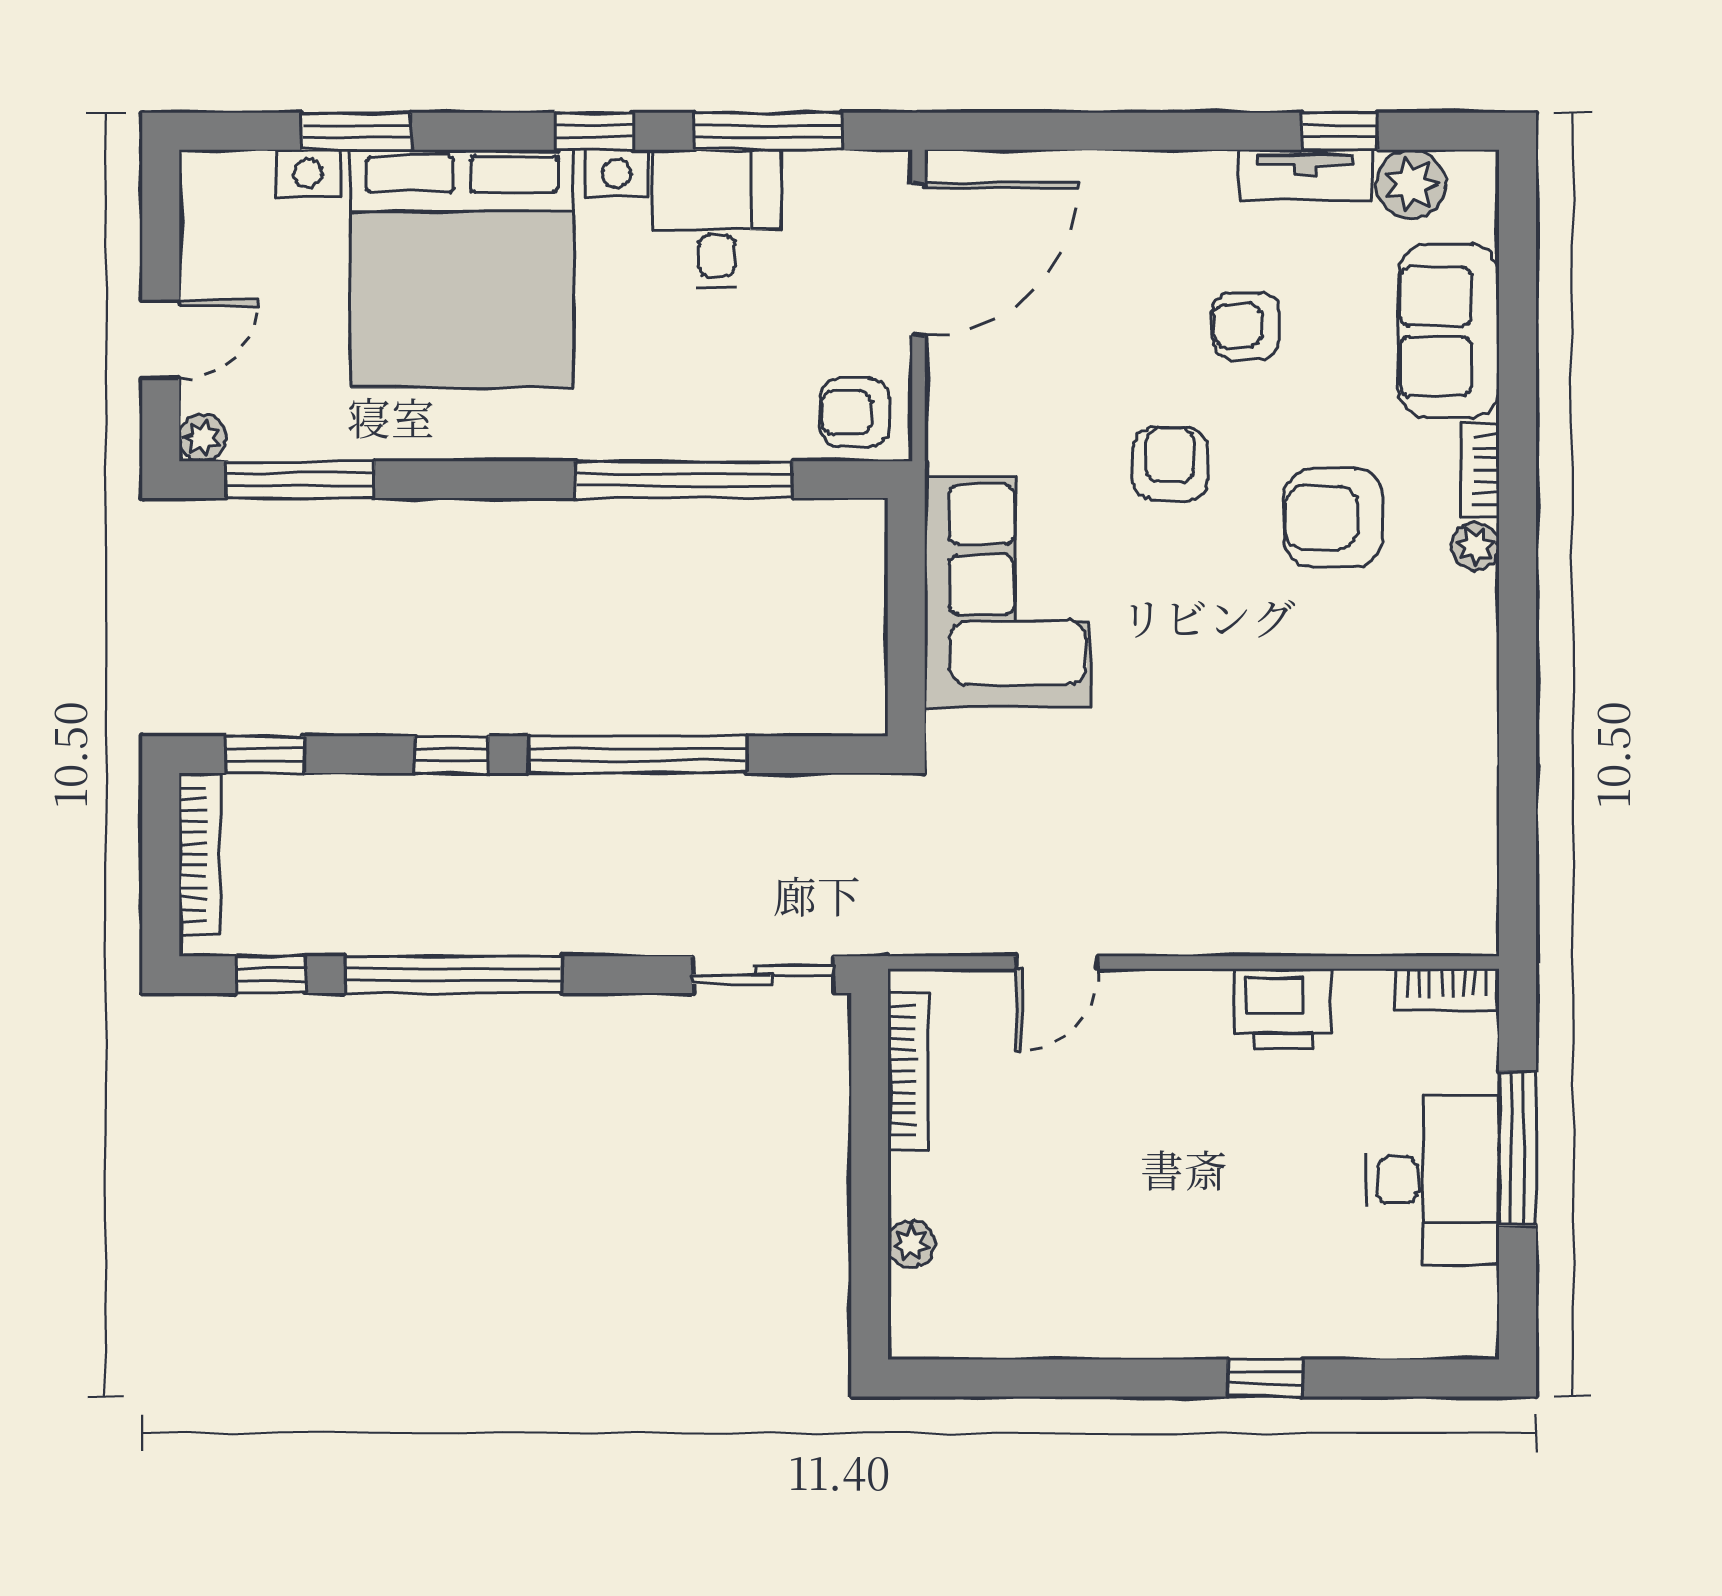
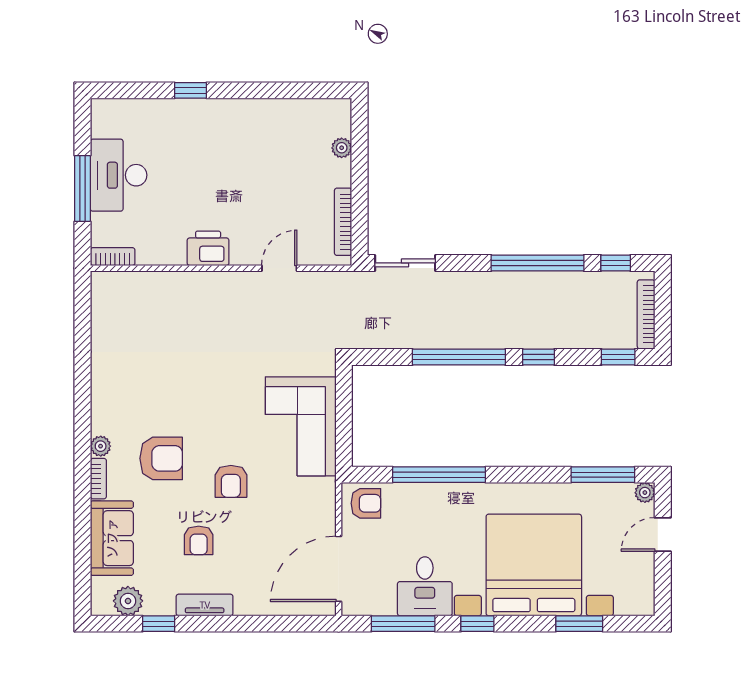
tv unit: (1305, 175) -> (205, 605), moved
armchair: (1246, 326) -> (199, 540), turned 90
printer: (1283, 1009) -> (208, 248), moved

